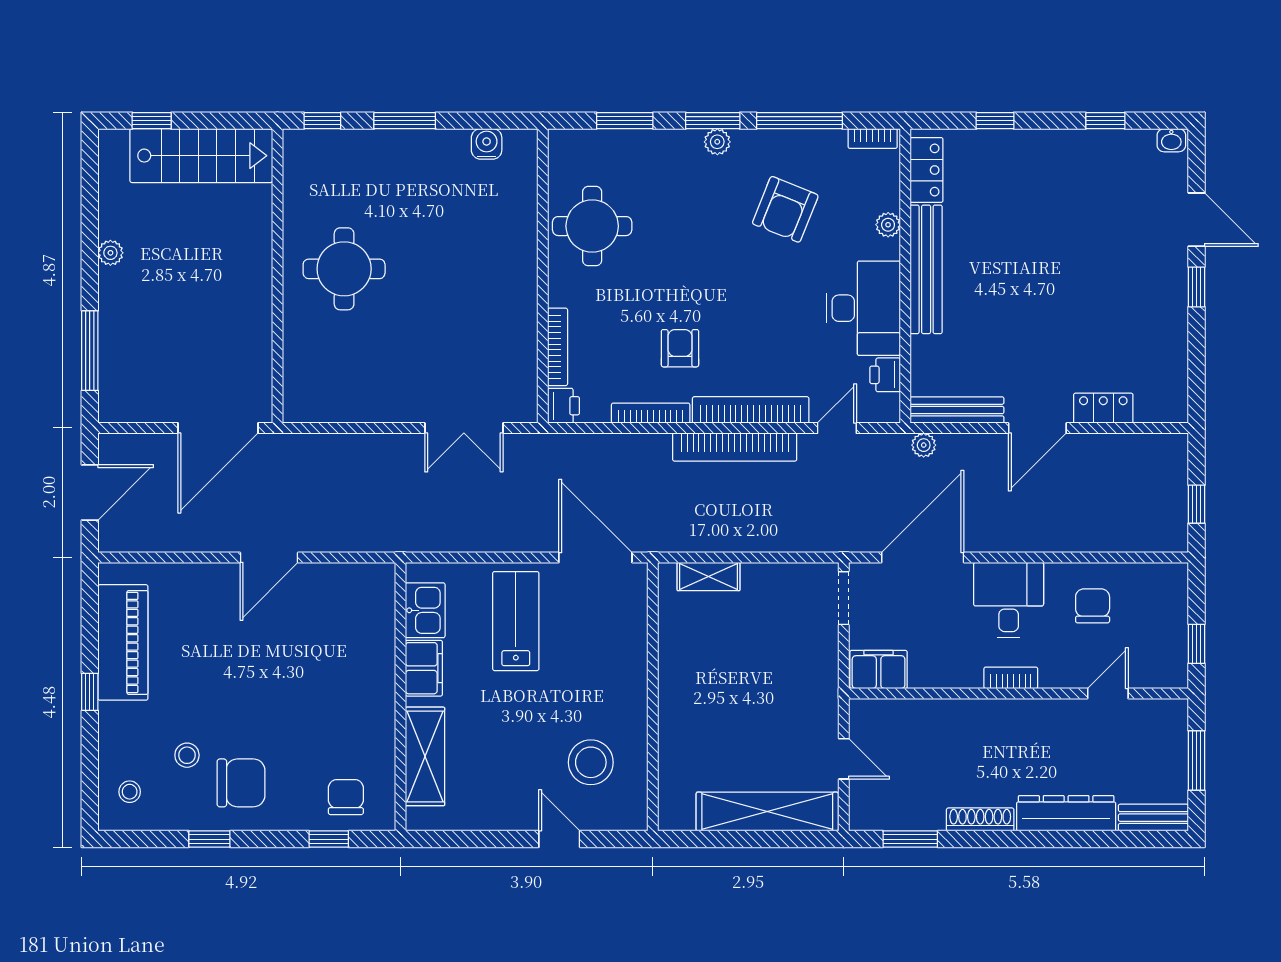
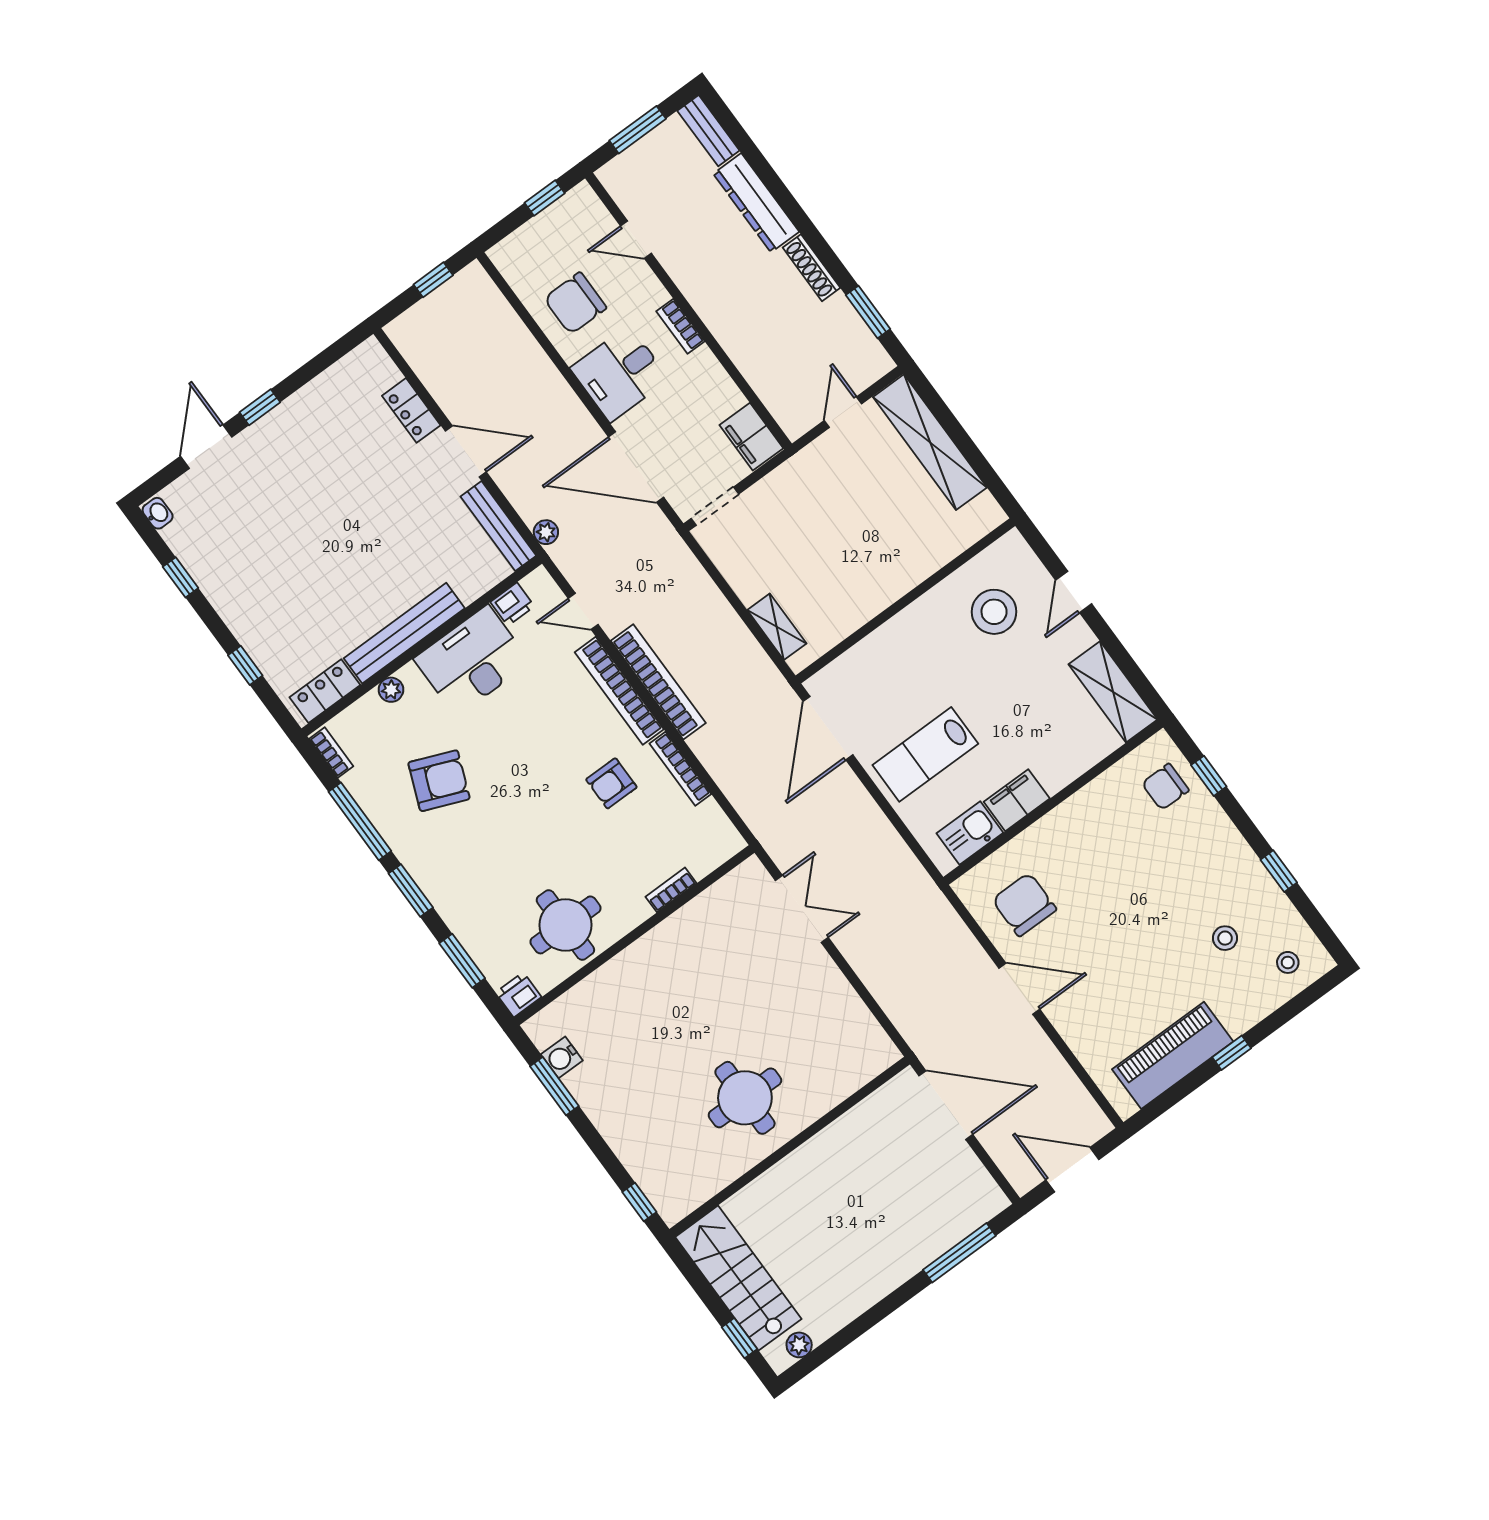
window: (405, 121) -> (554, 1086), moved
plant: (717, 142) -> (425, 875), removed
plant: (110, 253) -> (799, 1345), moved
bookcase: (558, 347) -> (671, 890), width x0.64
printer: (564, 406) -> (518, 995), moved
chair: (1093, 606) -> (575, 303), width x1.37, depth x1.37
shelving: (425, 756) -> (1113, 692), moved, turned 90
chair: (241, 783) -> (1024, 905), moved

